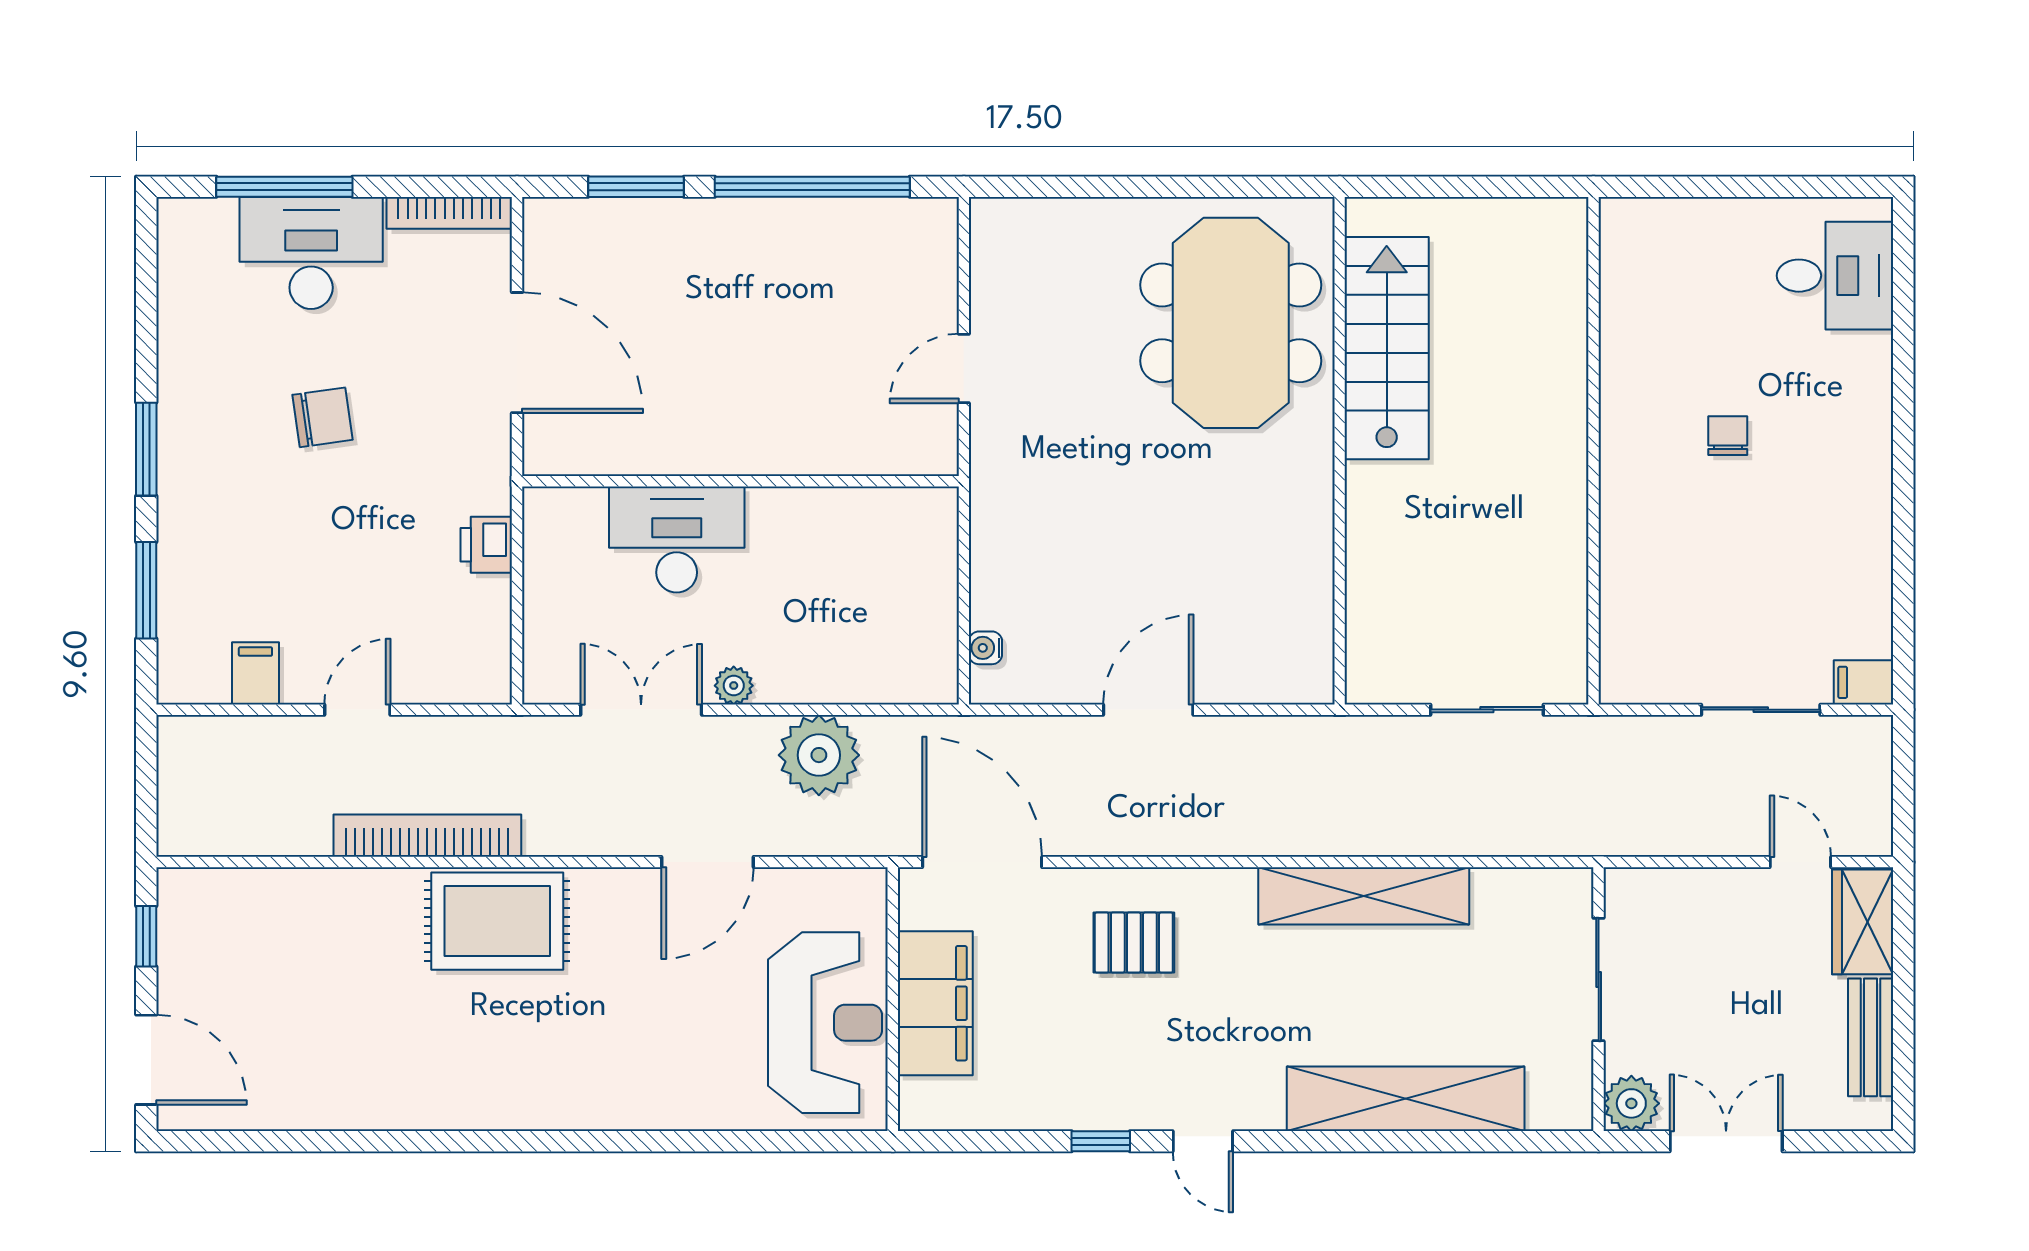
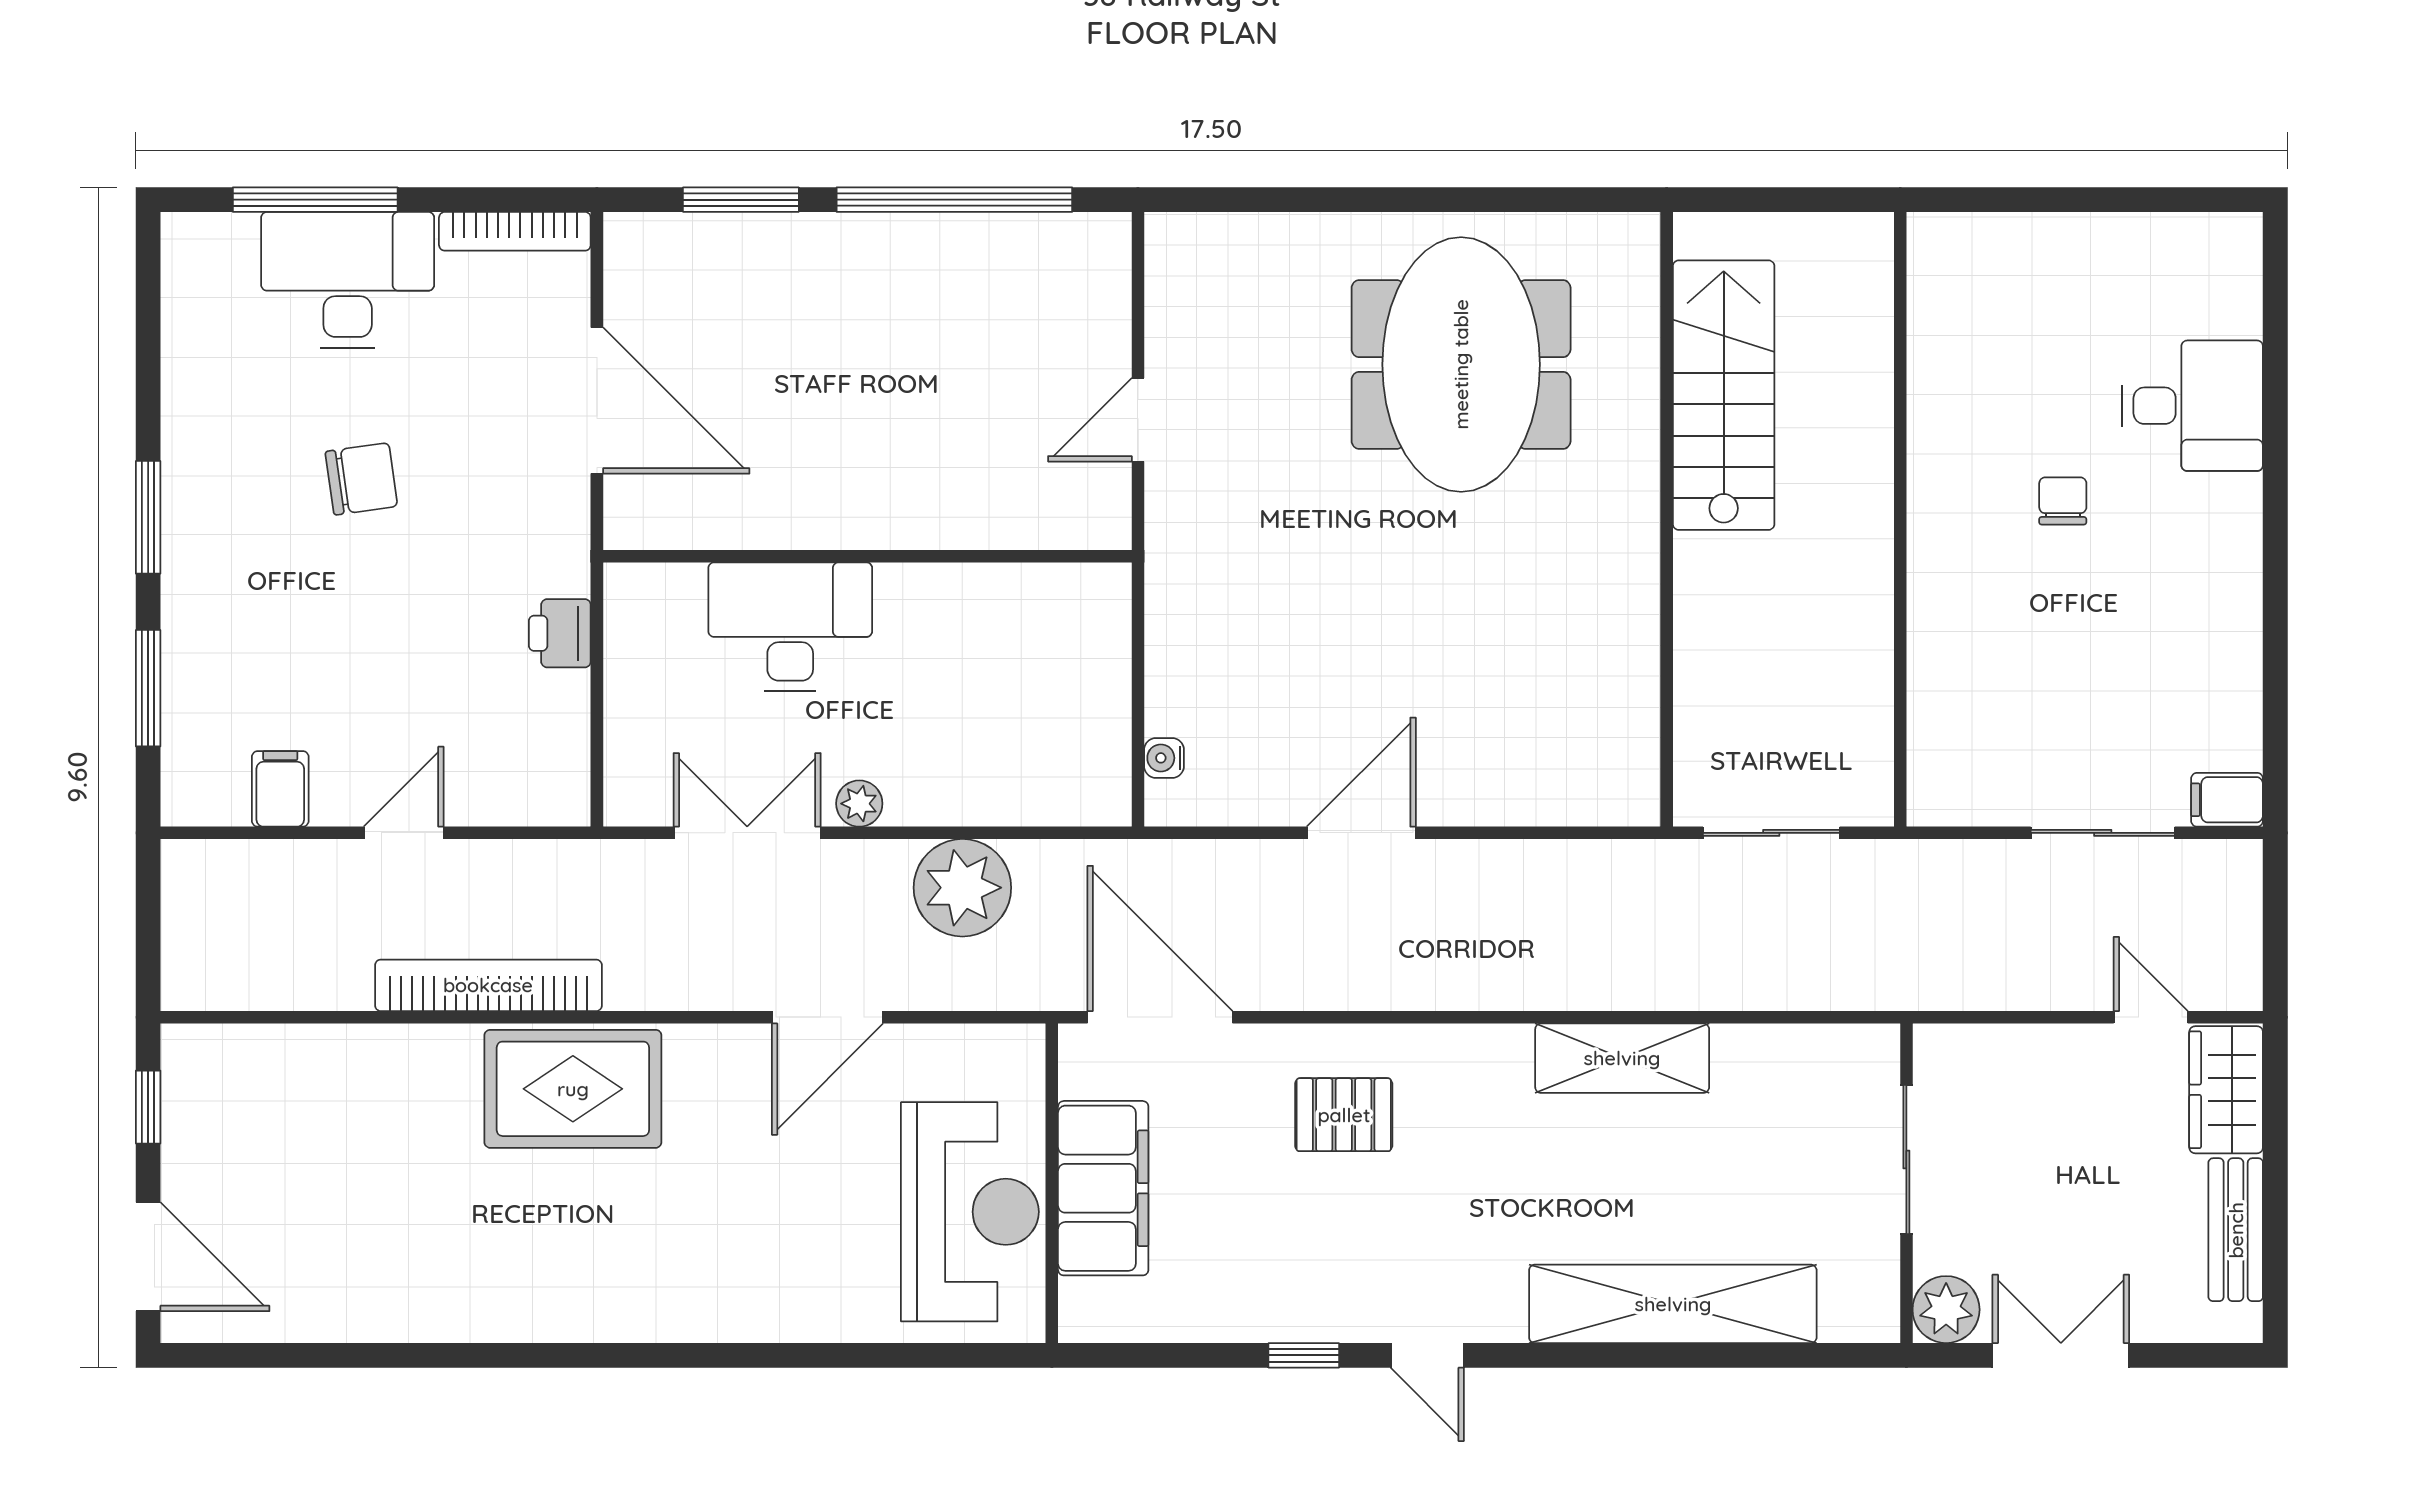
desk: (1835, 276) -> (2193, 406), moved
stairs: (1387, 348) -> (1724, 395), moved
wall: (1340, 451) -> (1667, 519), moved
shelving: (1364, 896) -> (1622, 1058), width x0.68

